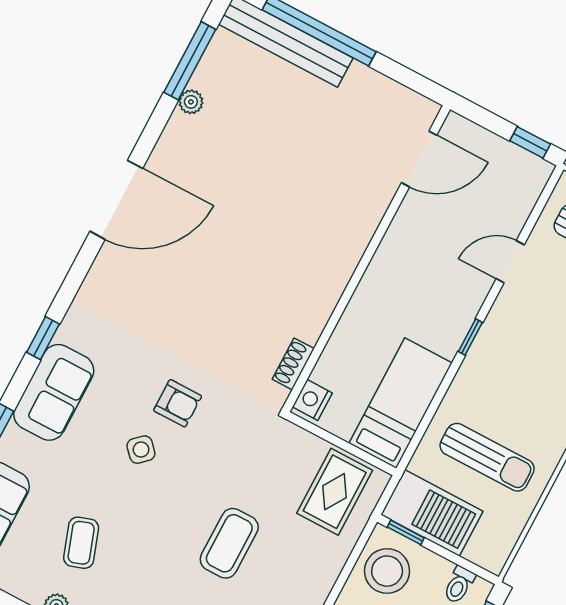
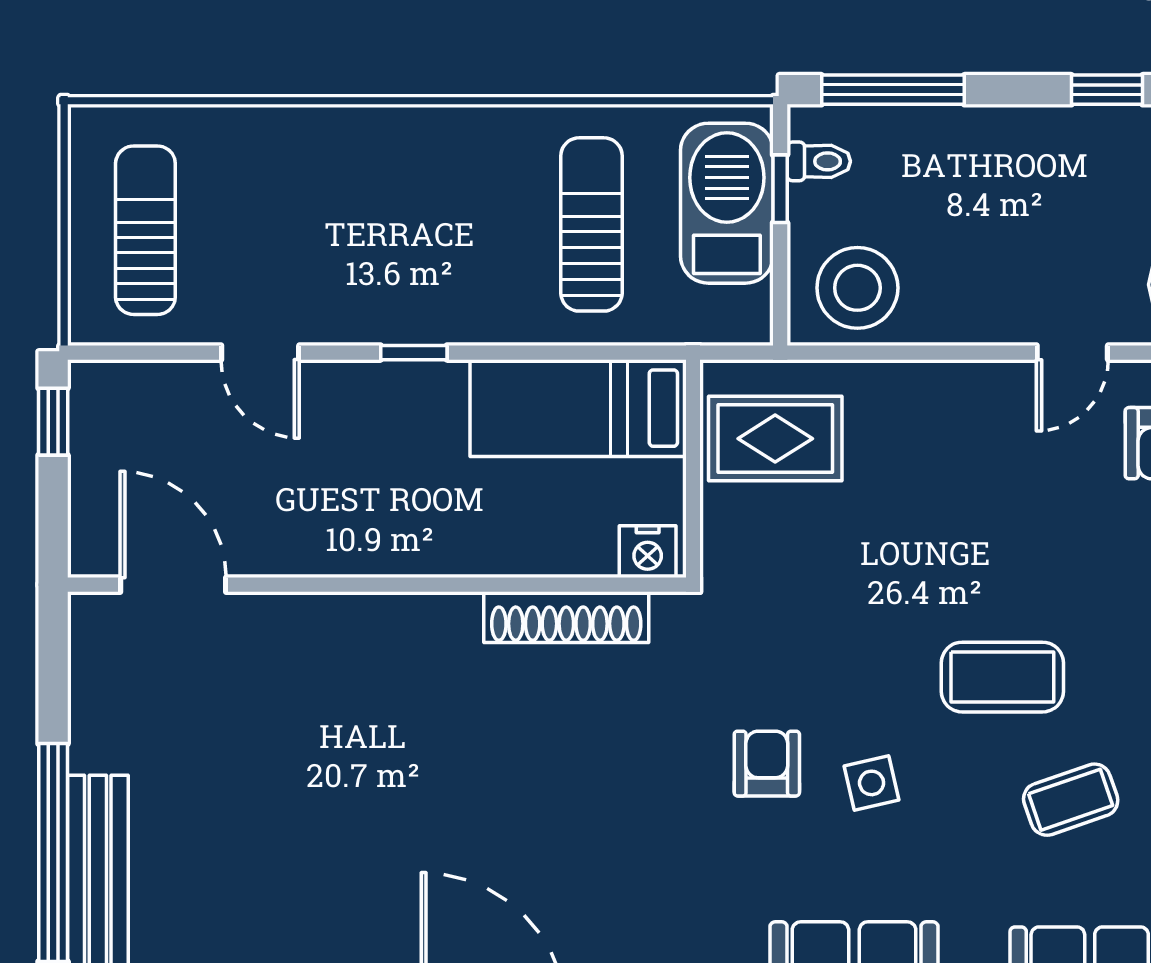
shoe rack: (293, 364) -> (566, 617), width x1.94, depth x1.24
side table: (141, 450) -> (872, 783), turned 30
barbecue: (432, 513) -> (727, 203), moved
window: (406, 532) -> (780, 189), moved
coffee table: (229, 543) -> (1002, 677), moved

